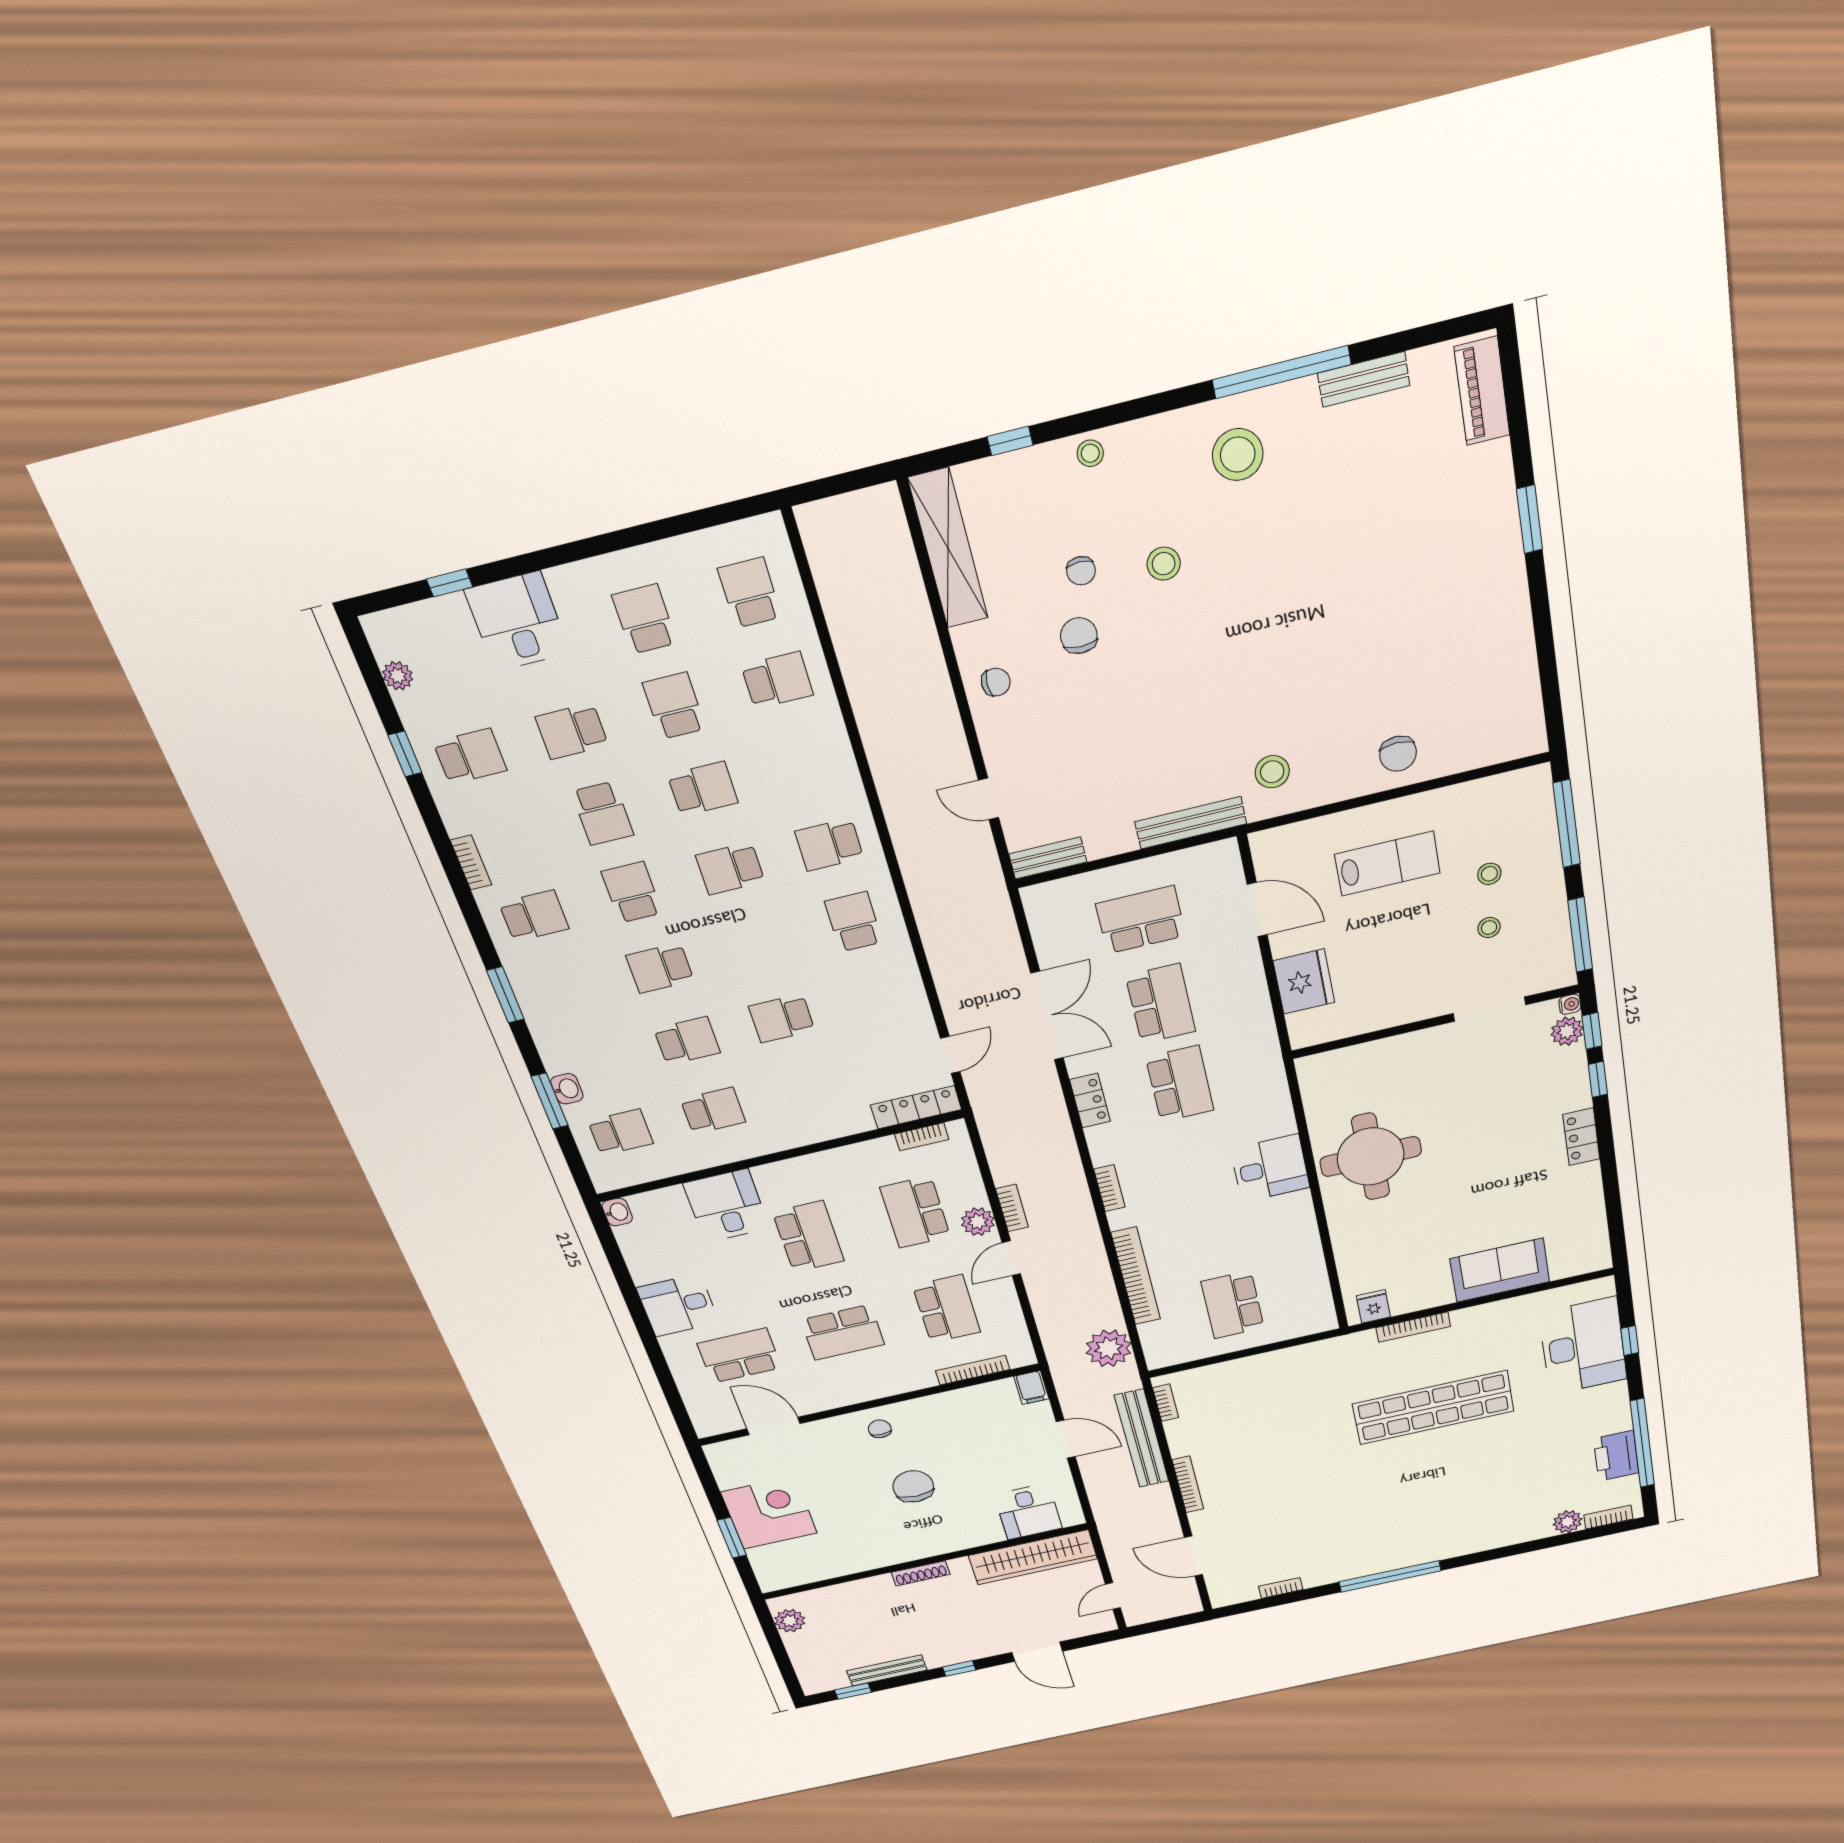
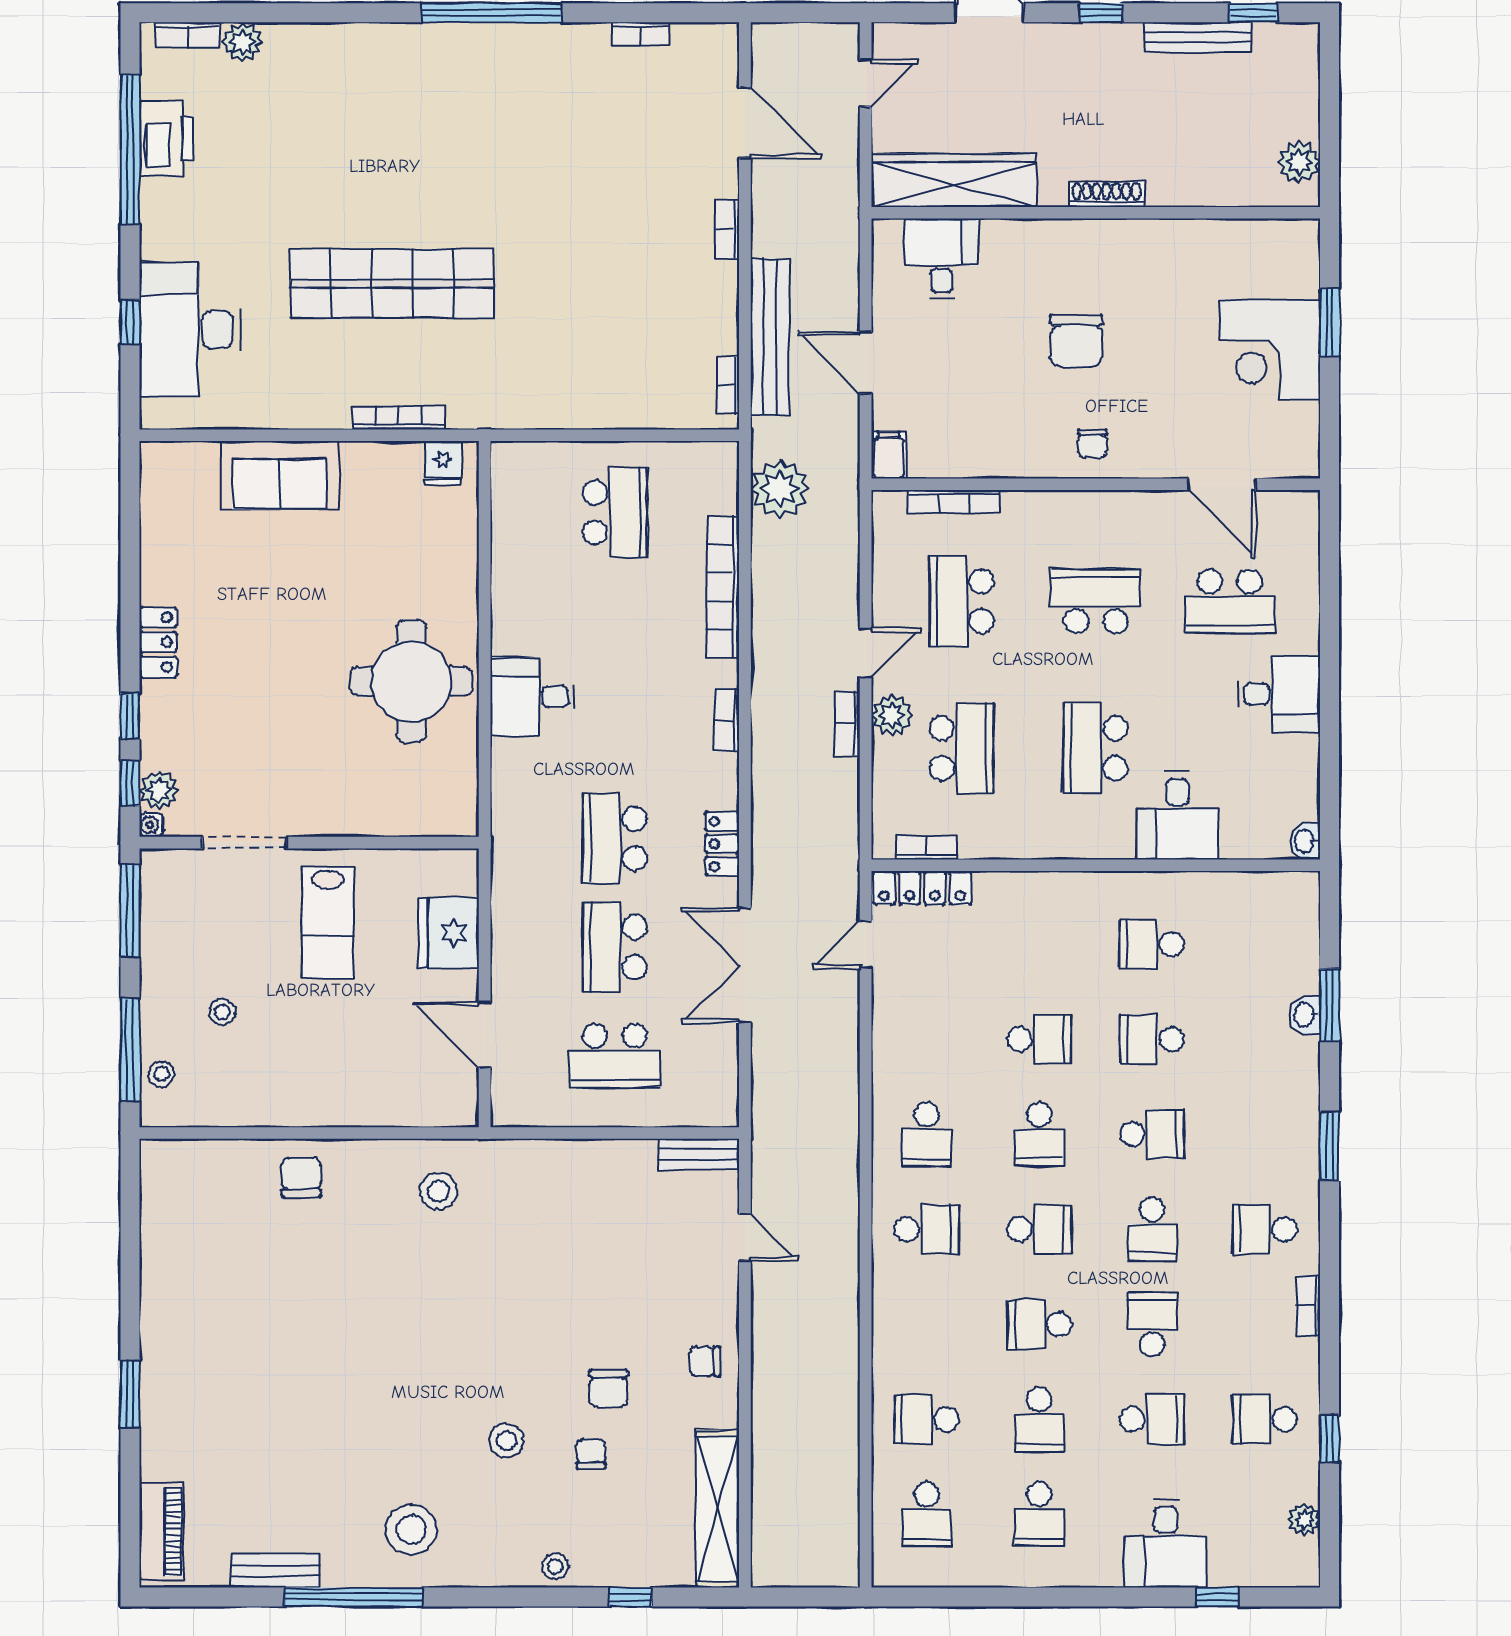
bench: (1191, 823) -> (537, 1155), removed
lab bench: (1387, 864) -> (328, 922), moved, turned -90
stool: (1489, 928) -> (162, 1074), moved
school desk: (621, 1132) -> (1039, 1134), moved, turned -90
bookcase: (1188, 1484) -> (727, 229), width x0.64

